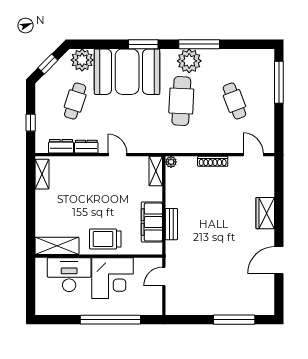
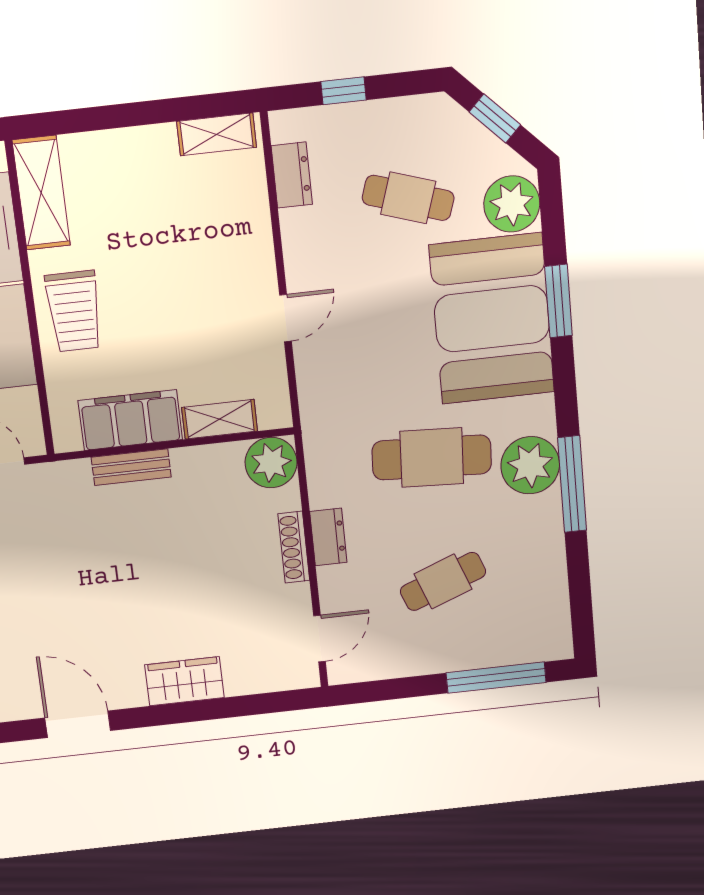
window: (143, 44) -> (558, 301), moved
dresser: (86, 147) -> (328, 537), moved
plant: (171, 162) -> (271, 463), width x1.88, depth x1.88
shelving: (156, 171) -> (220, 419), moved
trolley: (105, 239) -> (74, 311), turned 180

